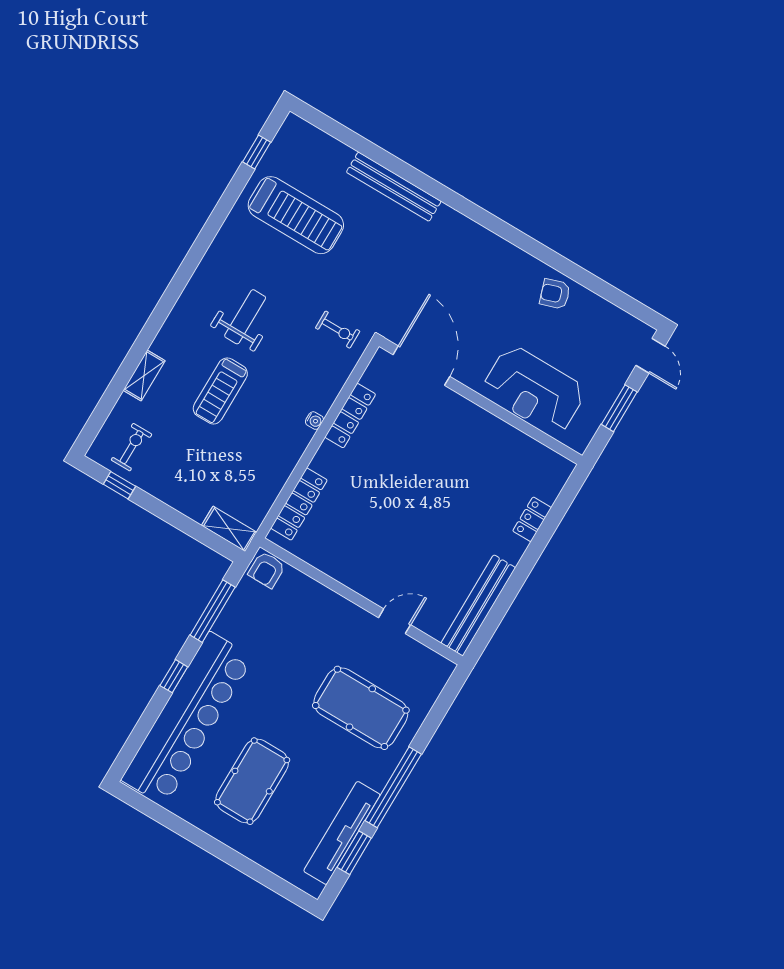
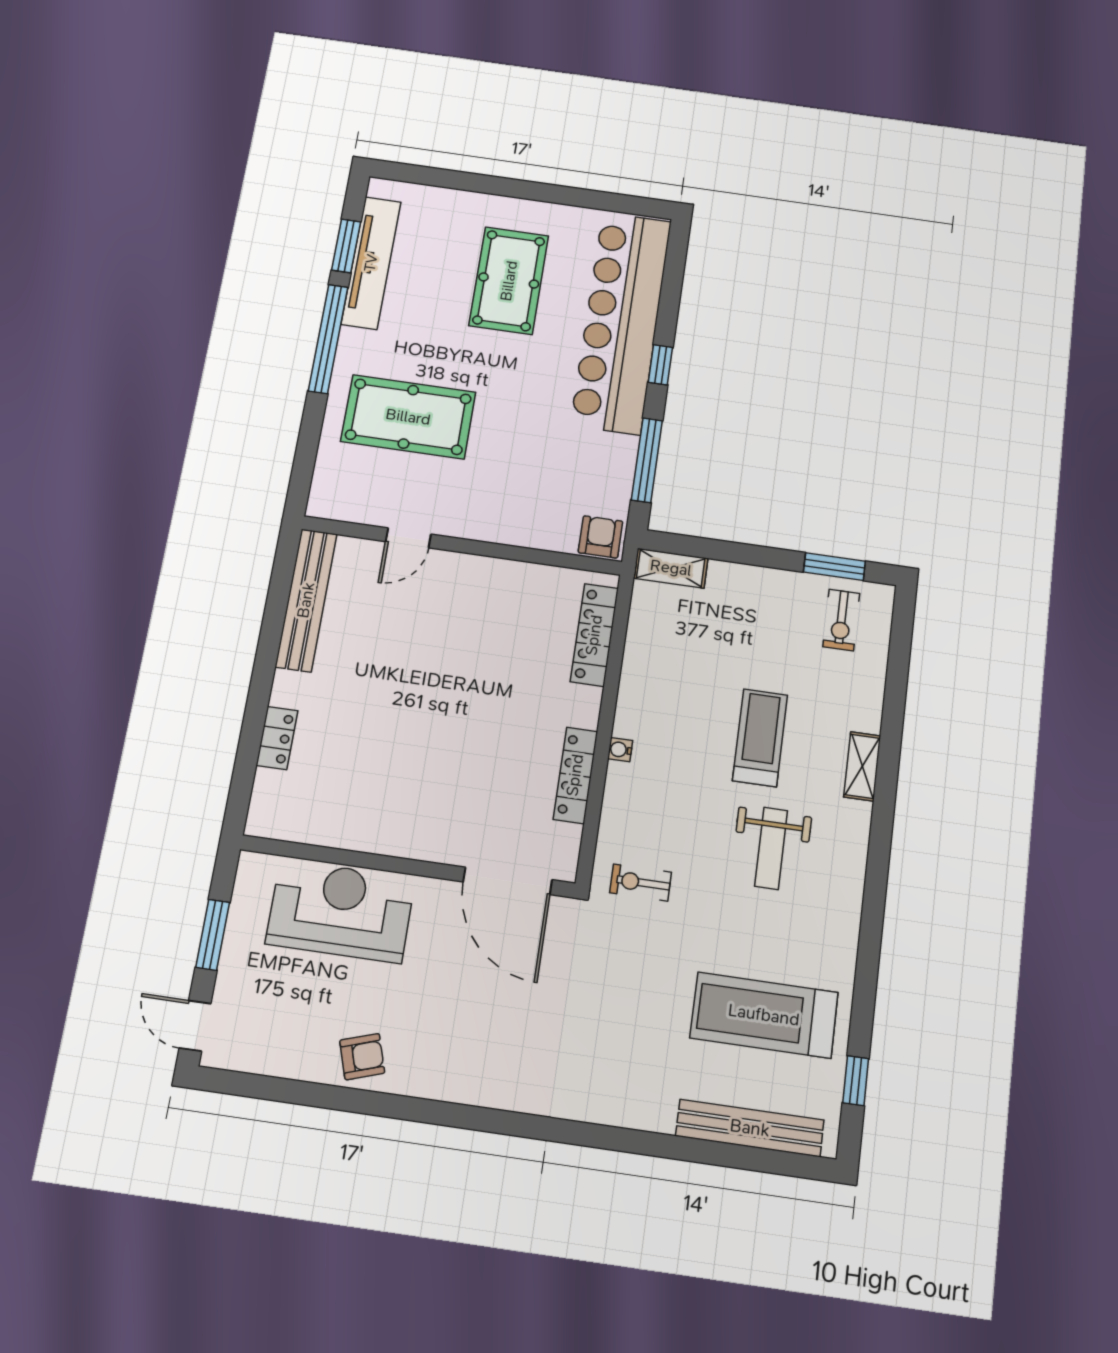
bench: (394, 187) -> (750, 1128), moved
shelving: (144, 376) -> (862, 766), moved
window: (119, 485) -> (834, 567), width x1.50

